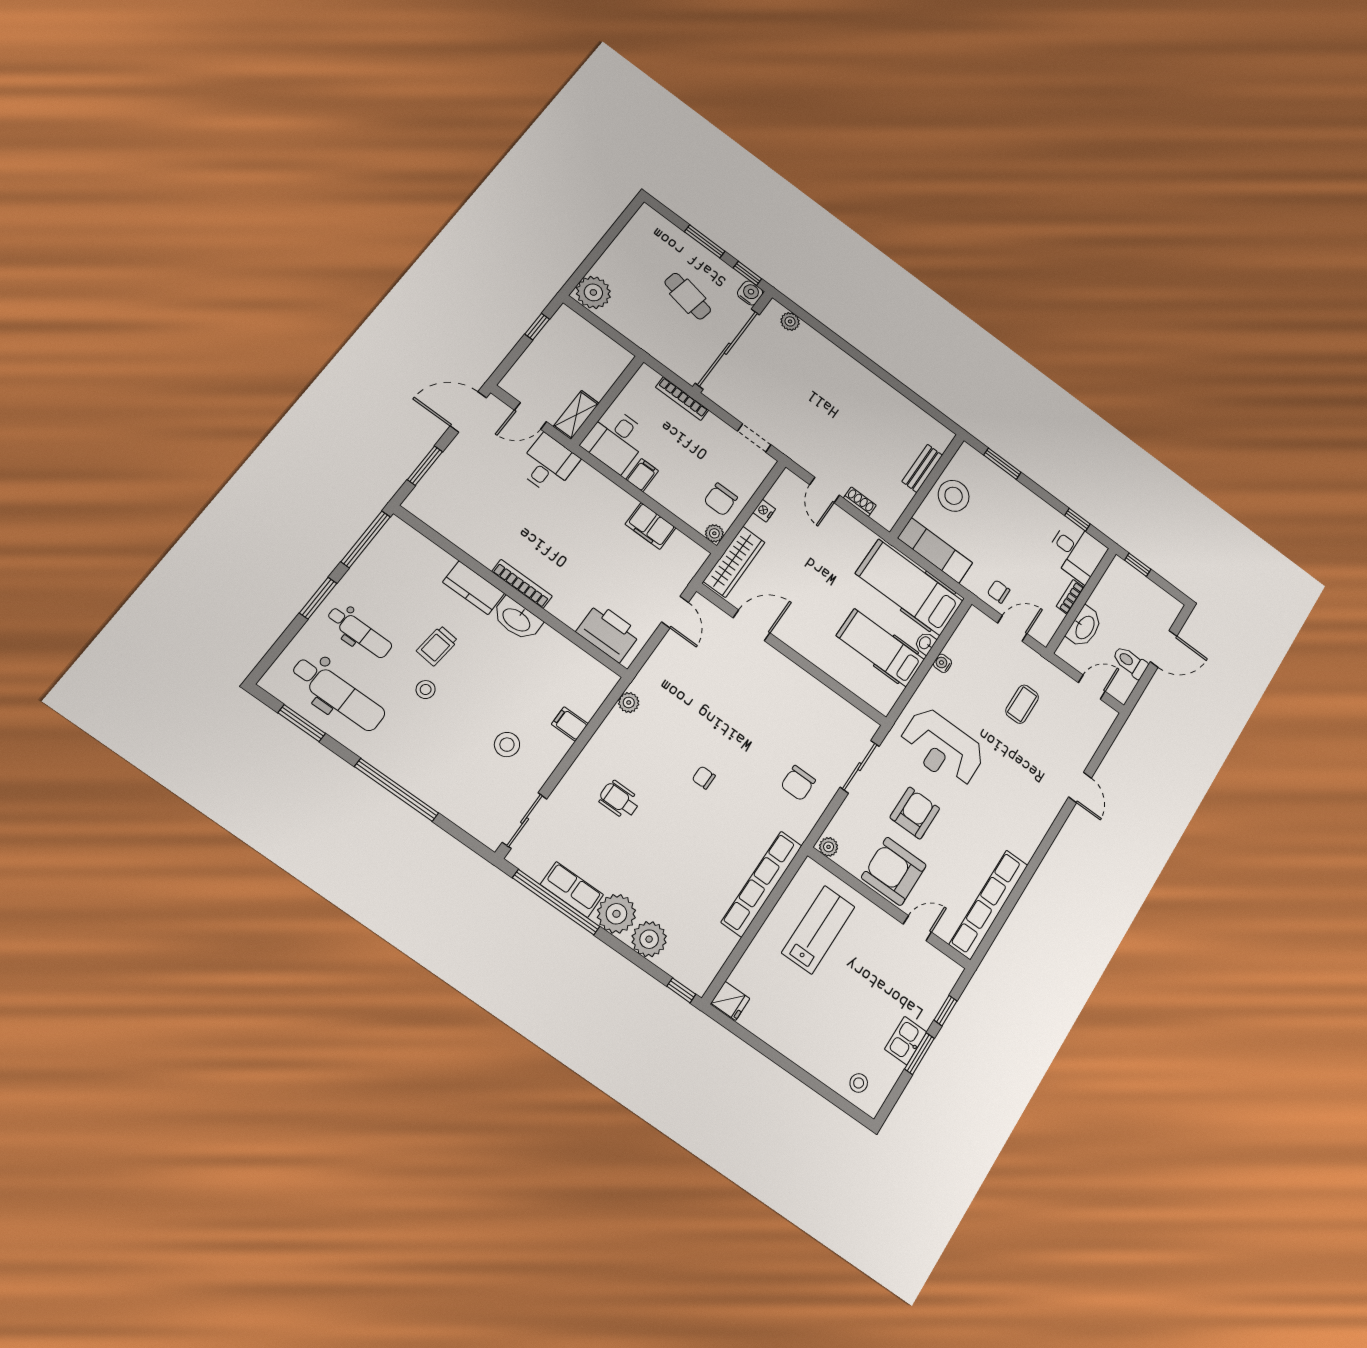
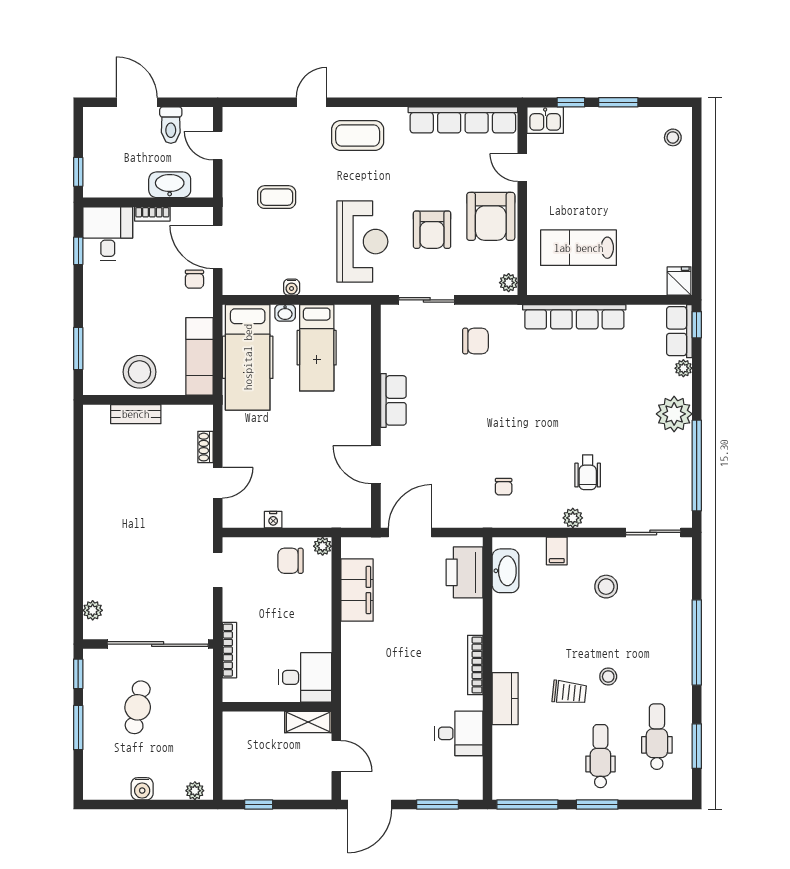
plant: (593, 292) -> (195, 791), width x0.53, depth x0.53
water cooler: (750, 293) -> (142, 789), moved, turned -90
door: (468, 412) -> (370, 804), hinge flipped
desk: (548, 464) -> (459, 733), moved, turned 180
filing cabinet: (642, 475) -> (318, 636), removed
chair: (721, 499) -> (291, 561), turned 180
filing cabinet: (650, 526) -> (357, 590), width x1.50, depth x1.17
wardrobe: (734, 562) -> (334, 514), removed
door: (675, 612) -> (410, 532), width x1.38
washbasin: (517, 619) -> (506, 571), moved
door: (1012, 628) -> (218, 247), width x1.38
row of seats: (795, 678) -> (393, 400), added
dental chair: (338, 694) -> (657, 737), width x0.73, depth x0.72
plant: (629, 703) -> (573, 518), moved
chair: (704, 778) -> (504, 487), moved
coffee table: (1030, 806) -> (358, 135), added
armchair: (915, 813) -> (432, 230), turned -90
row of seats: (572, 890) -> (679, 331), moved
plant: (649, 939) -> (683, 368), width x0.53, depth x0.53
kitchen sink: (906, 1041) -> (545, 120), moved

